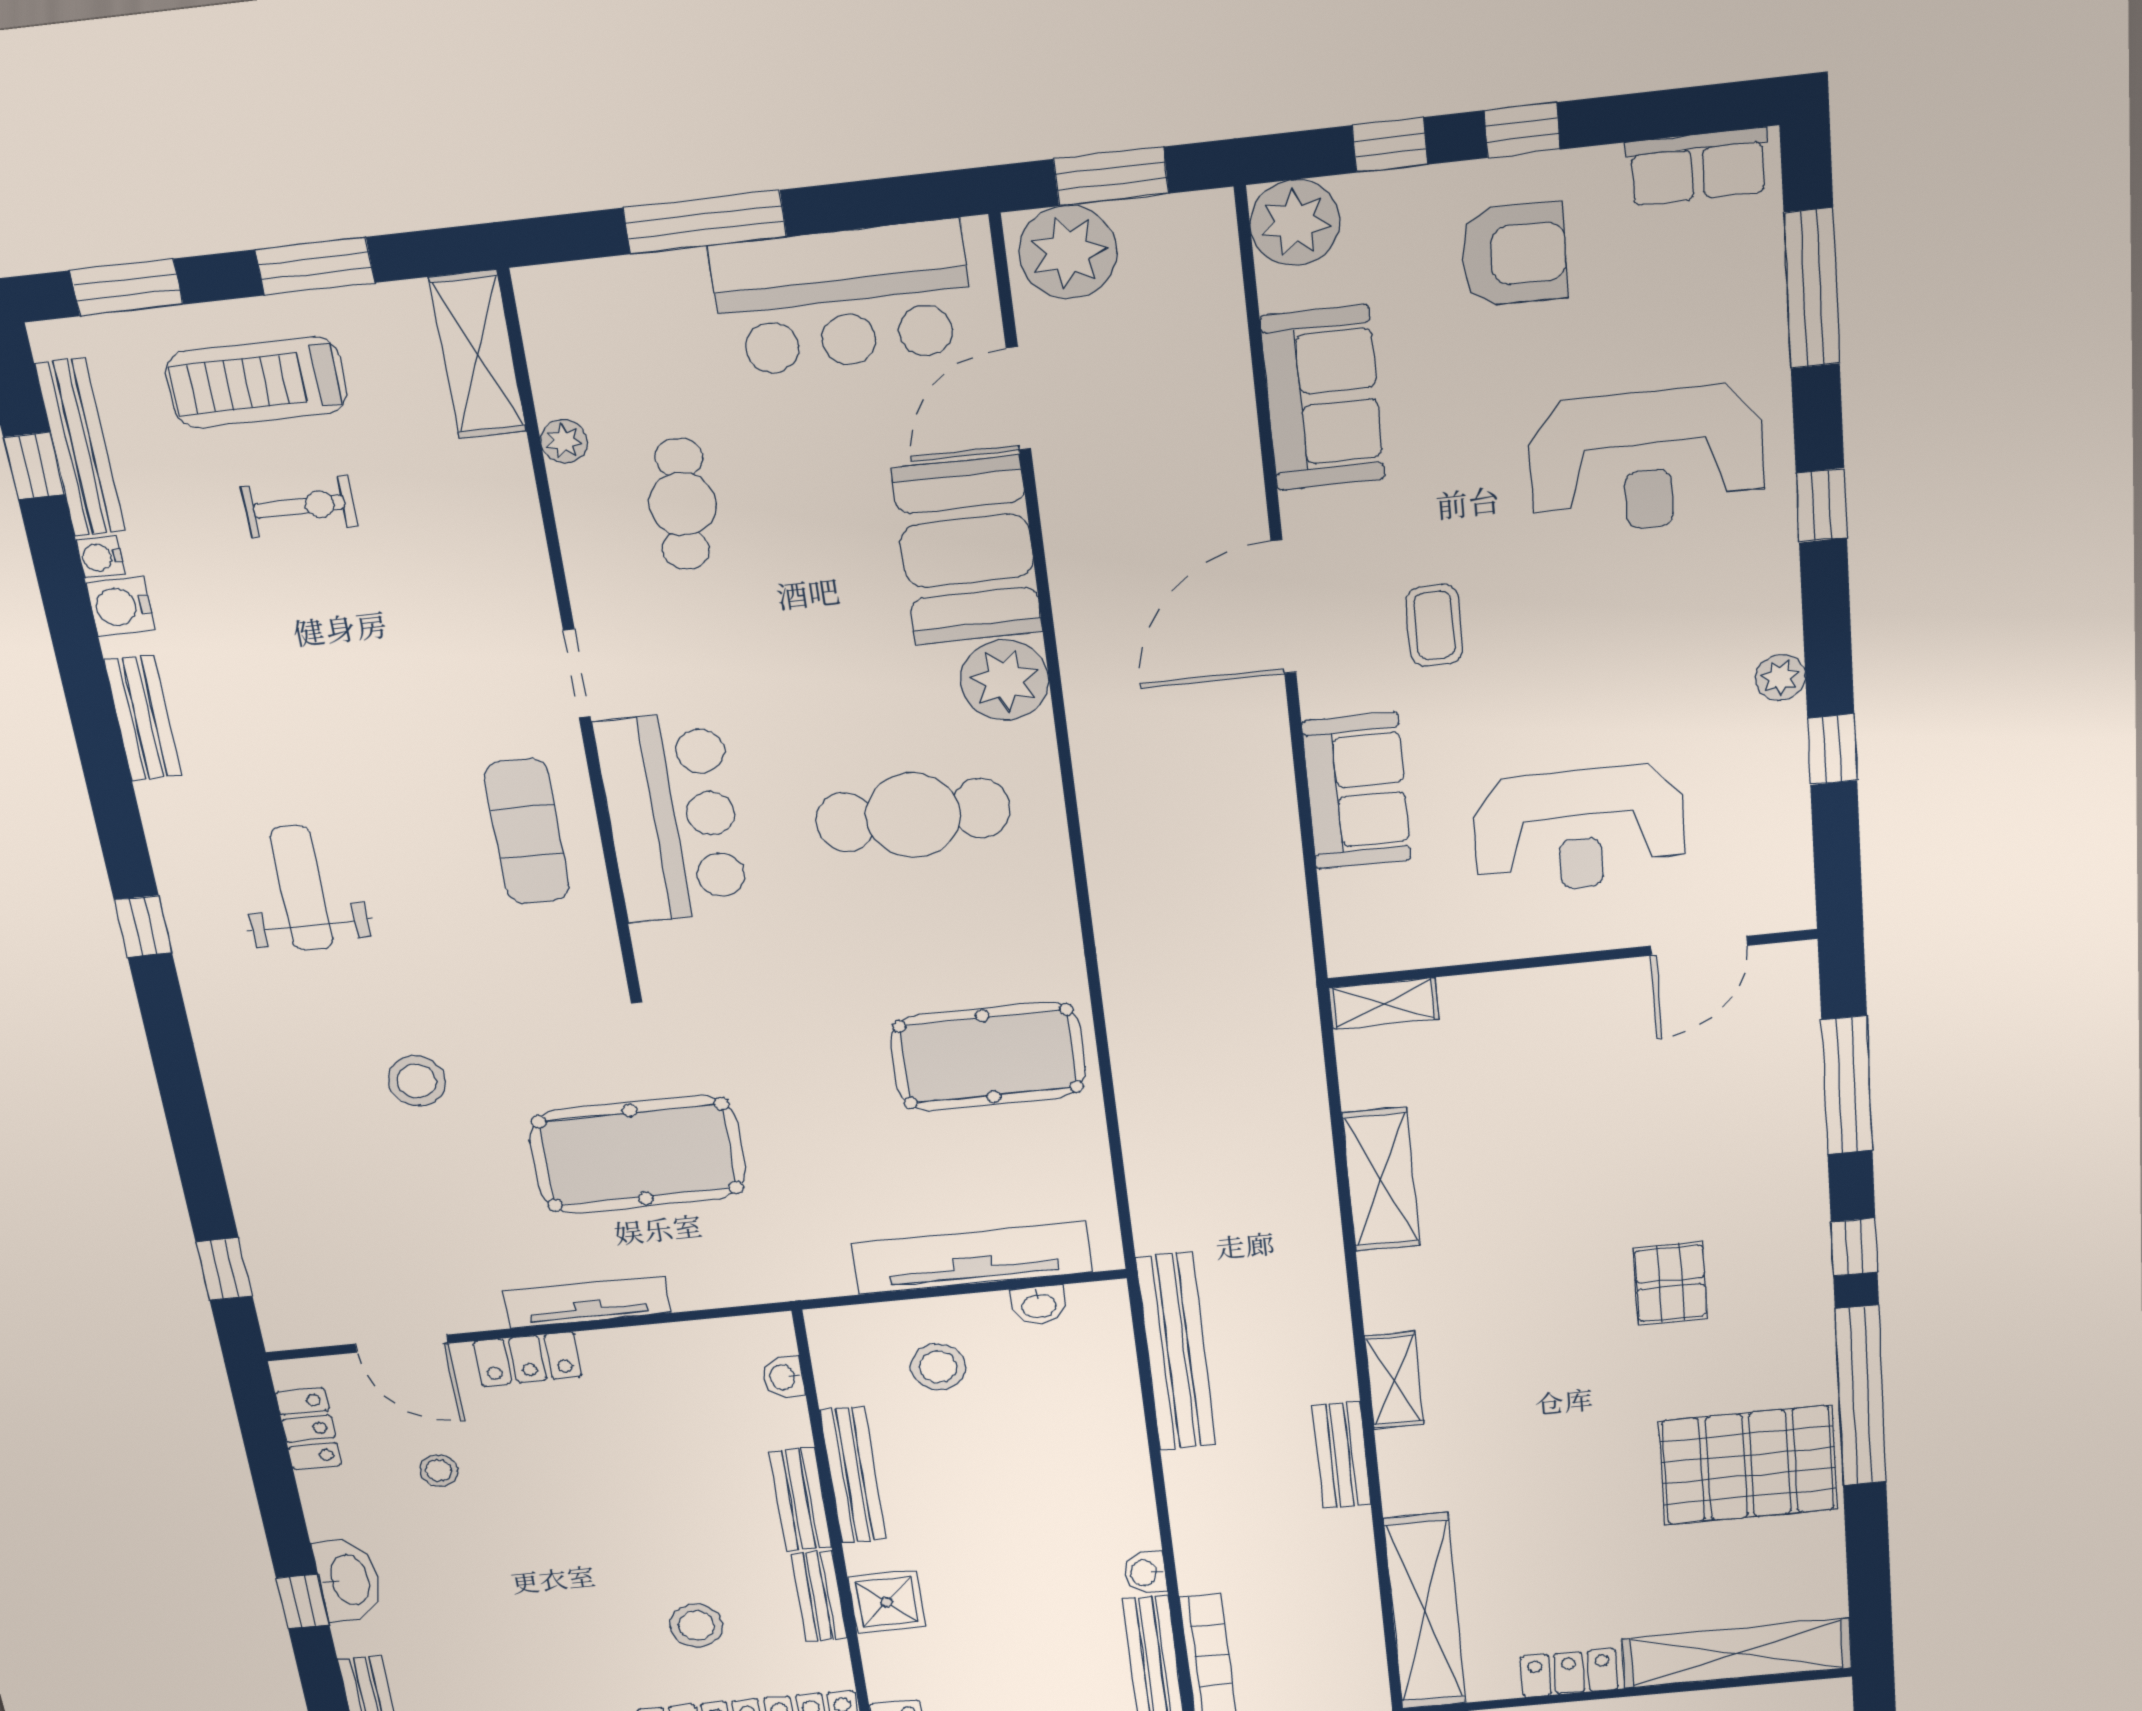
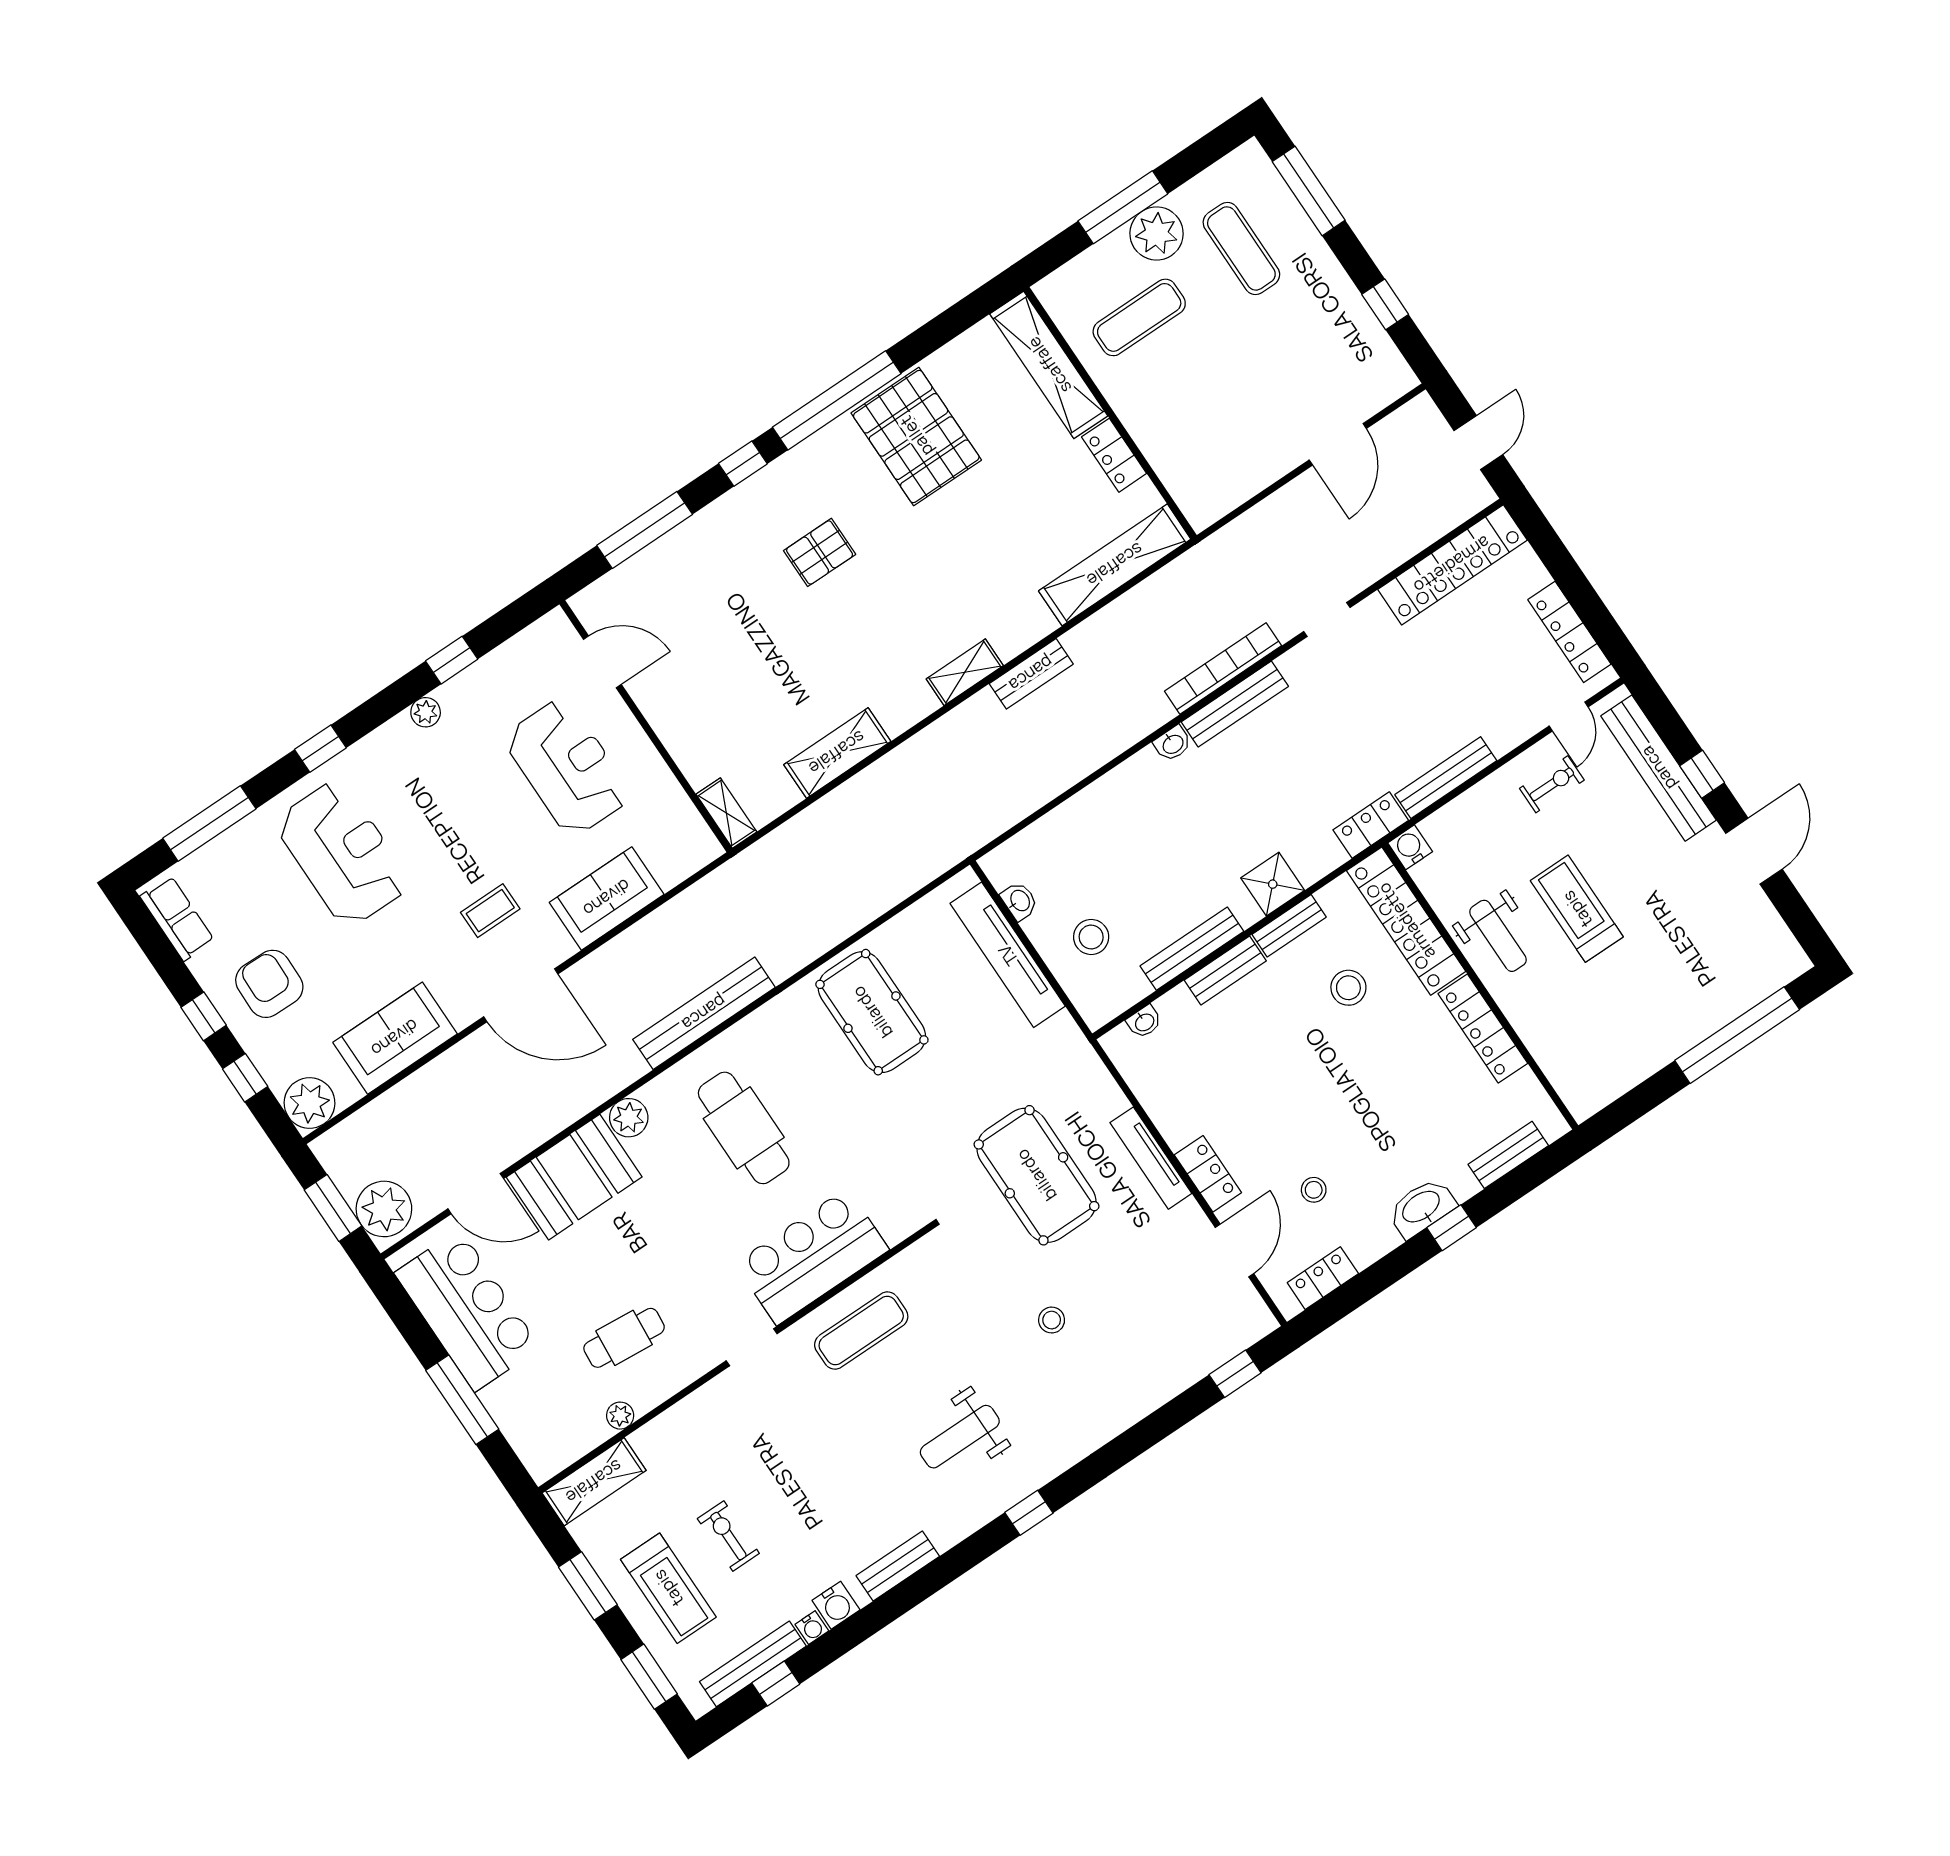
plant: (1005, 680) -> (629, 1118), width x0.73, depth x0.73
stool: (417, 1081) -> (1052, 1320), width x0.73, depth x0.73
bench: (1176, 1352) -> (704, 1013), moved

